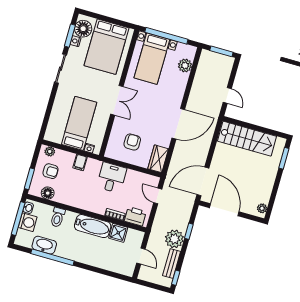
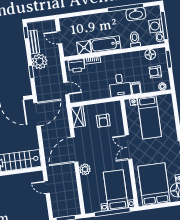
plant: (185, 66) -> (85, 169), moved
desk: (112, 178) -> (120, 85), moved

